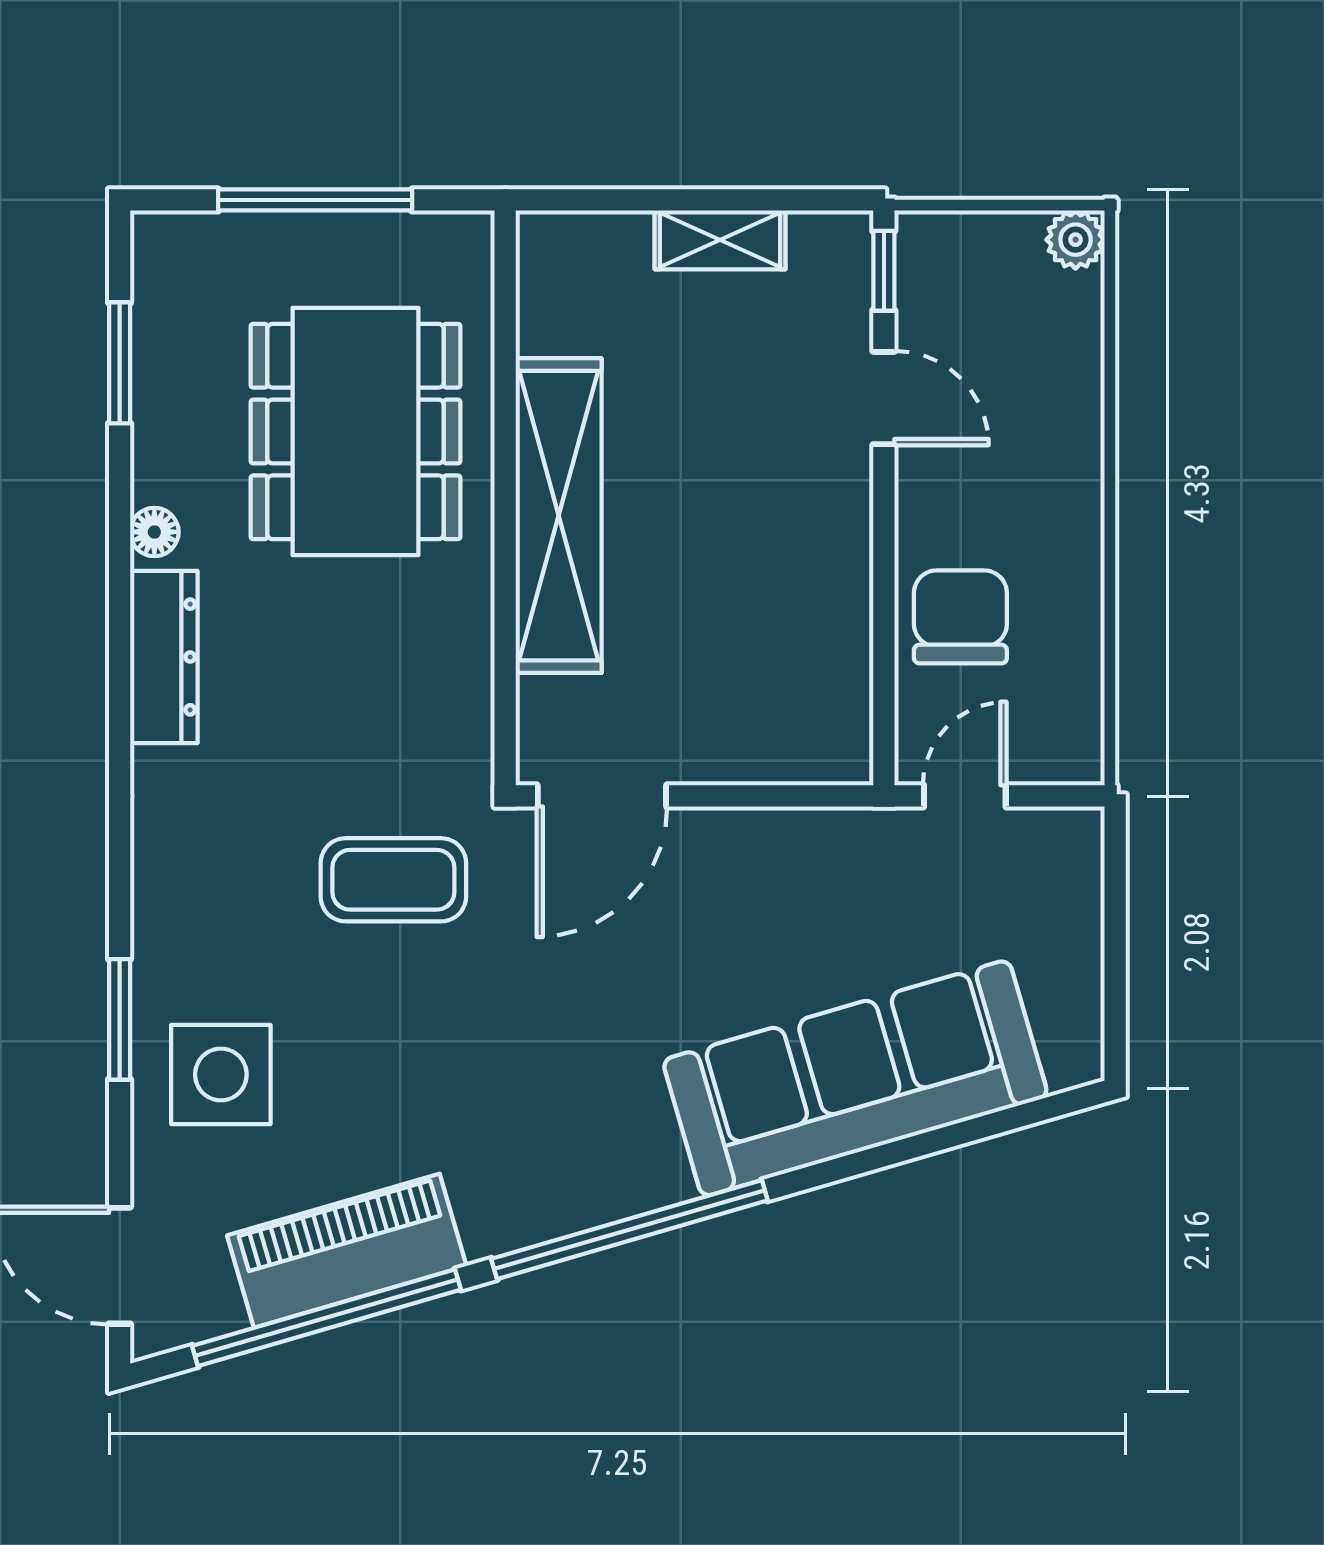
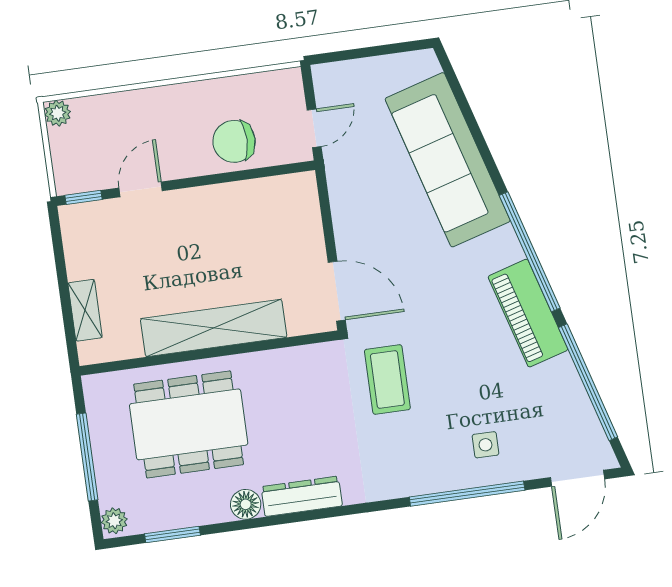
plant: (167, 240) -> (114, 521), added
shelving: (720, 240) -> (85, 310), moved
floor lamp: (154, 532) -> (246, 504), width x1.37, depth x1.37
door: (965, 796) -> (314, 128), swing flipped
window: (120, 1019) -> (467, 494), width x2.11
side table: (221, 1074) -> (485, 445), width x0.54, depth x0.54
piano: (347, 1251) -> (528, 313), moved

